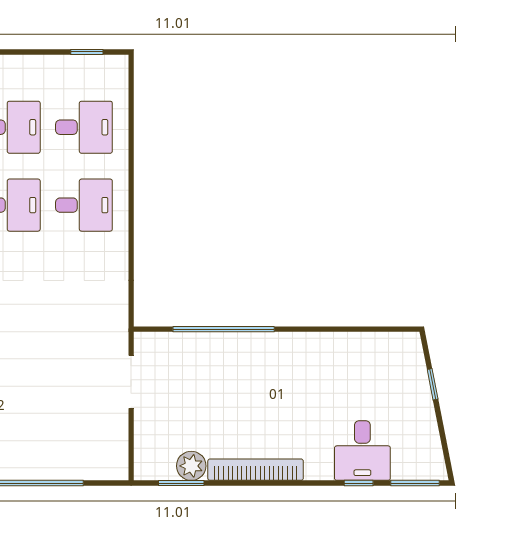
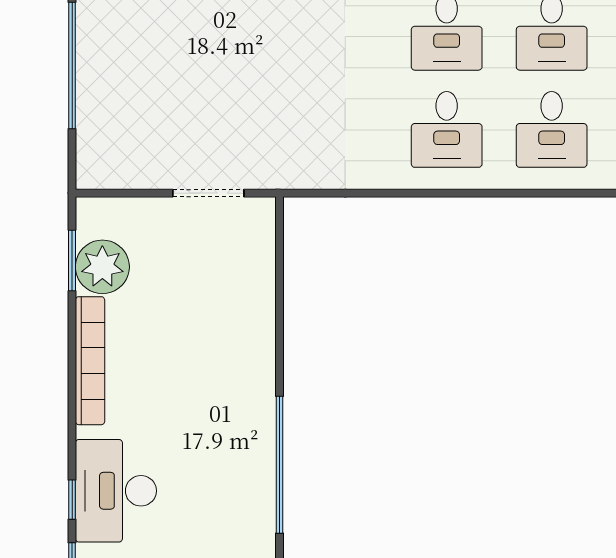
window: (224, 329) -> (280, 465), moved
desk: (362, 451) -> (116, 491), width x1.37
plant: (191, 466) -> (102, 267), width x1.36, depth x1.36

